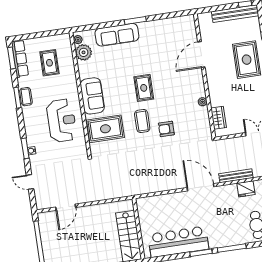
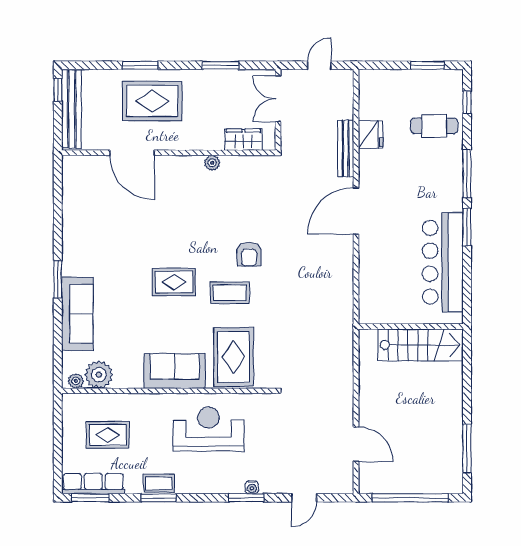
door: (201, 54) -> (132, 153), moved
wall: (204, 76) -> (169, 153), moved
plant: (202, 102) -> (212, 163), moved
wardrobe: (219, 118) -> (243, 140), moved

